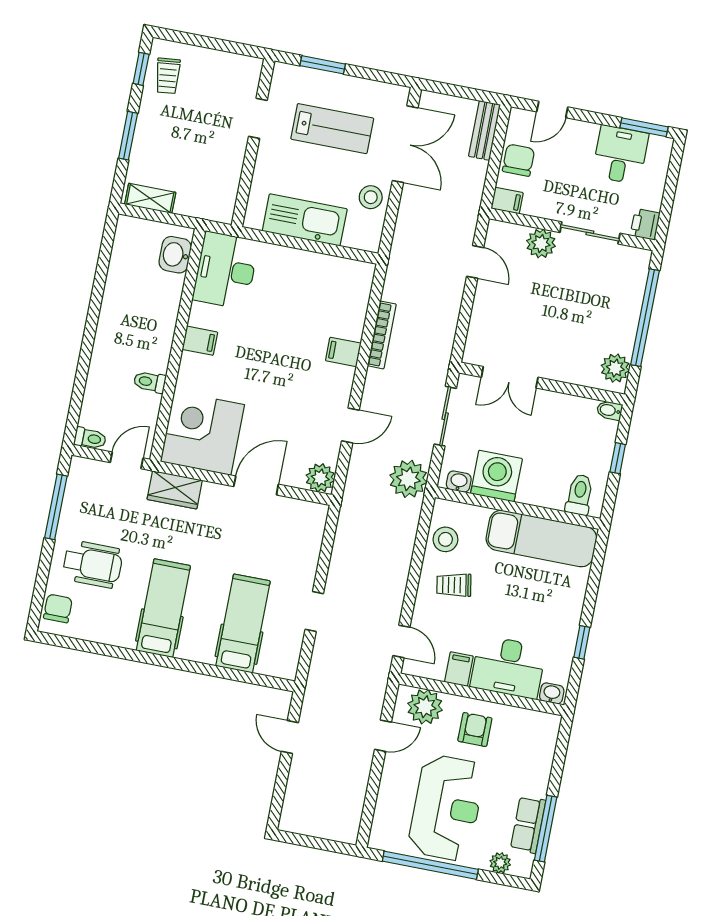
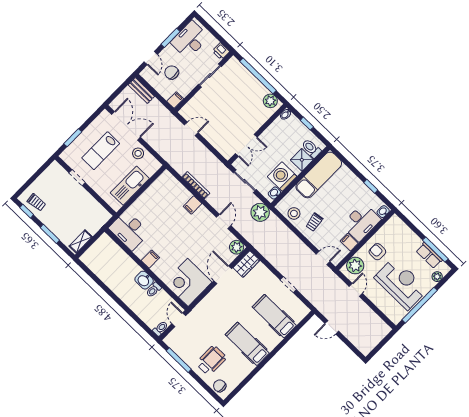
window: (644, 127) -> (171, 38), moved
lab bench: (332, 129) -> (101, 151), turned 180
desk: (620, 155) -> (190, 40), width x1.37
chair: (519, 160) -> (172, 72), moved
plant: (541, 244) -> (201, 98), removed
washbasin: (175, 255) -> (144, 280), moved
wardrobe: (175, 490) -> (246, 264), moved
shower: (548, 491) -> (302, 160), added

